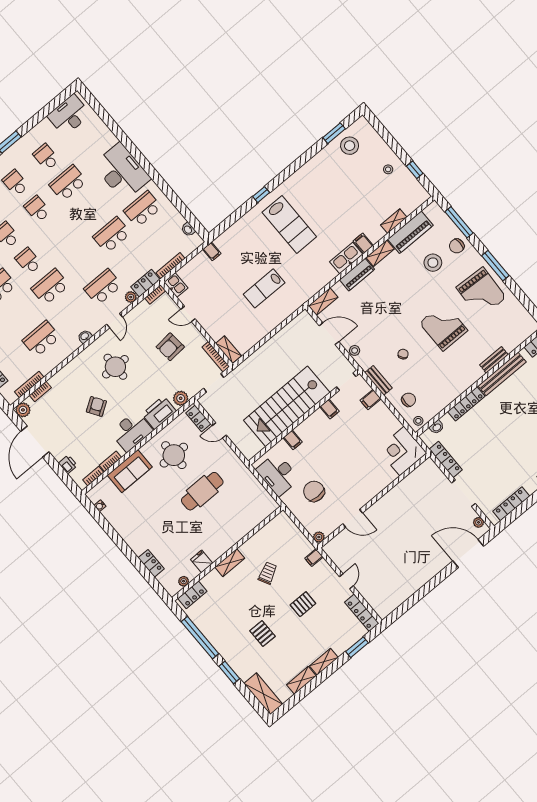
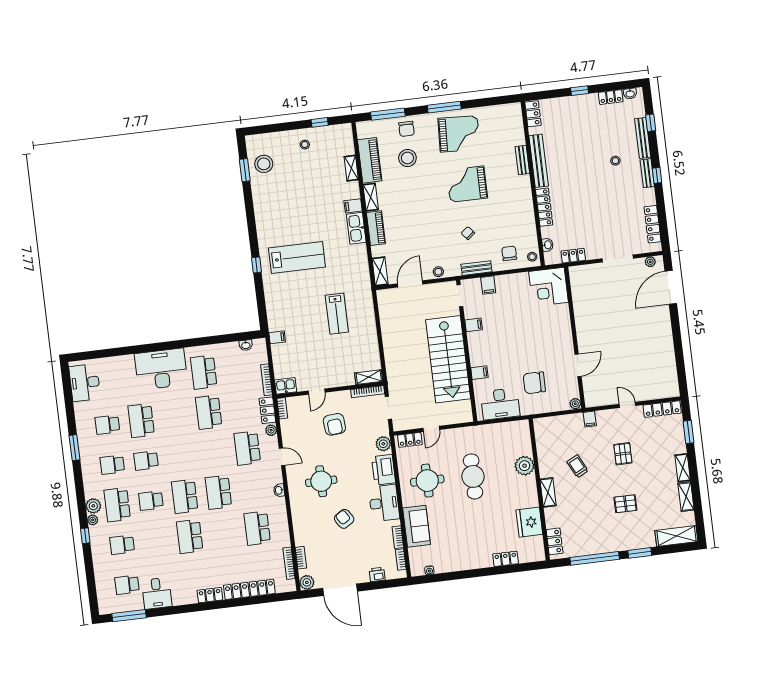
school desk: (28, 261) -> (185, 496), width x1.85
locker: (446, 460) -> (573, 256), width x0.66
fridge: (202, 561) -> (529, 522), width x1.88, depth x1.34
plant: (184, 581) -> (525, 466), moved, width x1.88, depth x1.88

